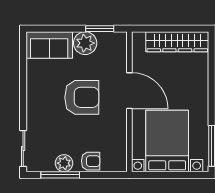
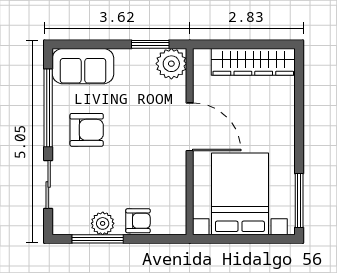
plant: (85, 43) -> (171, 64), moved
window: (23, 76) -> (48, 108), added
armchair: (82, 97) -> (87, 130), moved, width x0.73, depth x0.73
sliding door: (23, 149) -> (48, 184), moved

